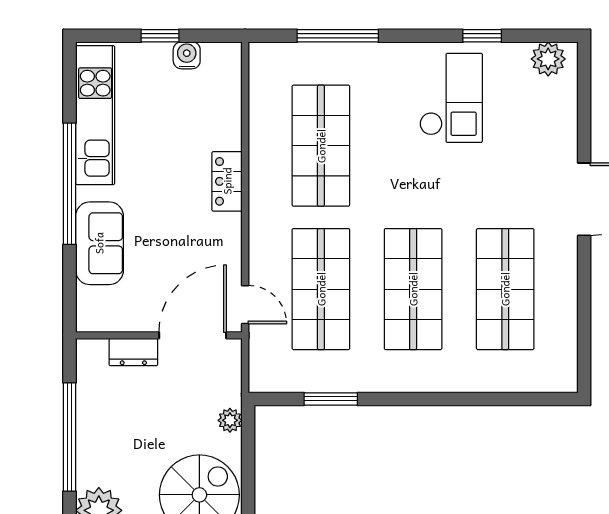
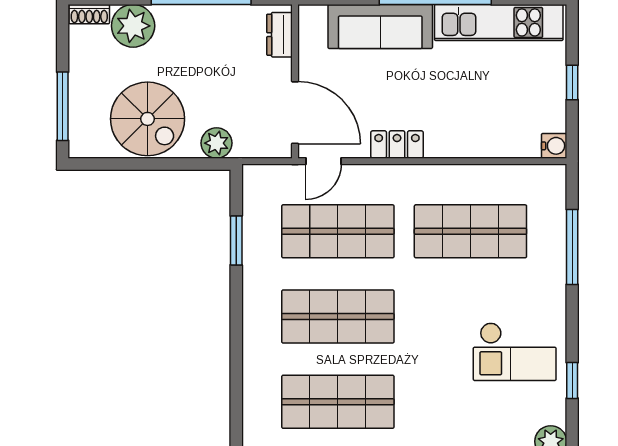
water cooler: (187, 55) -> (554, 146), moved
locker: (227, 181) -> (397, 144), moved
sofa: (99, 243) -> (380, 27), width x1.36
dresser: (133, 352) -> (280, 35), moved
plant: (230, 420) -> (217, 143), width x1.38, depth x1.38

